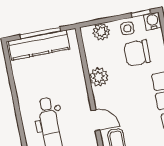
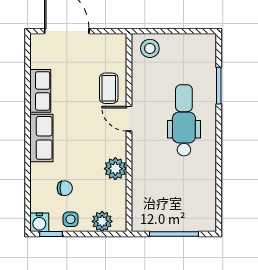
kitchen counter: (39, 45) -> (178, 220), removed
chair: (137, 53) -> (65, 188), width x0.54, depth x0.54

